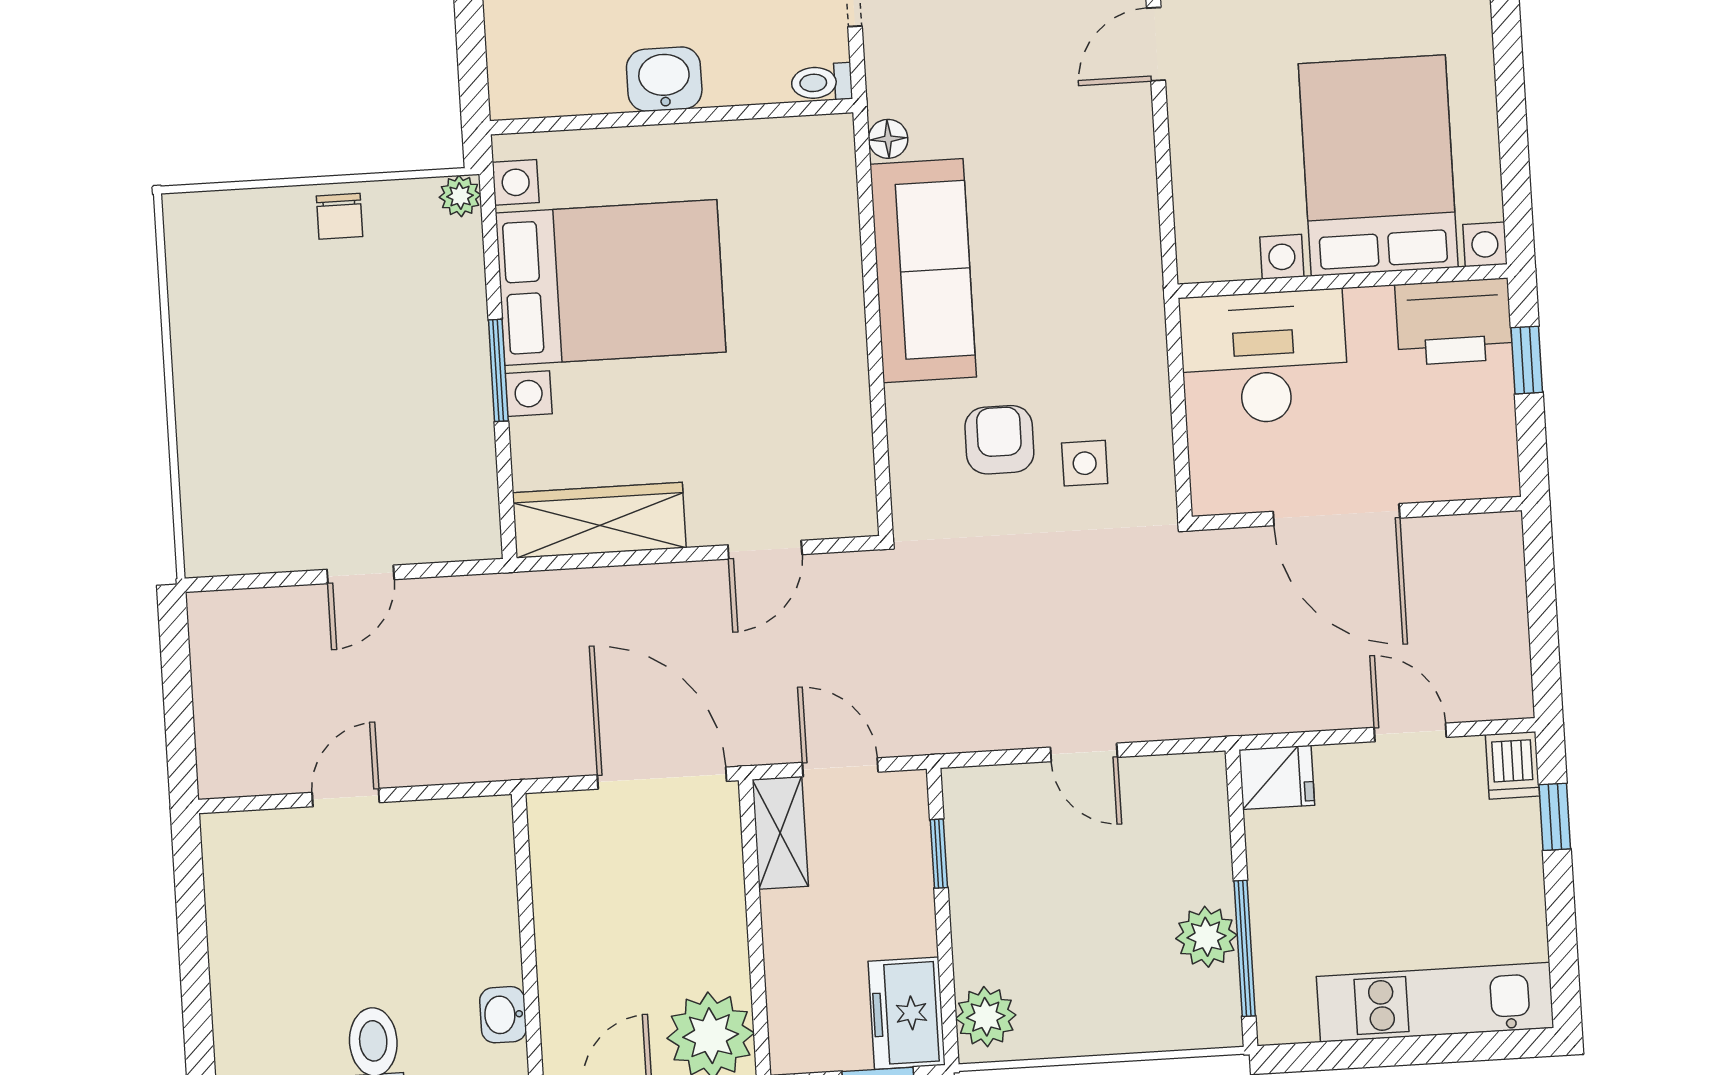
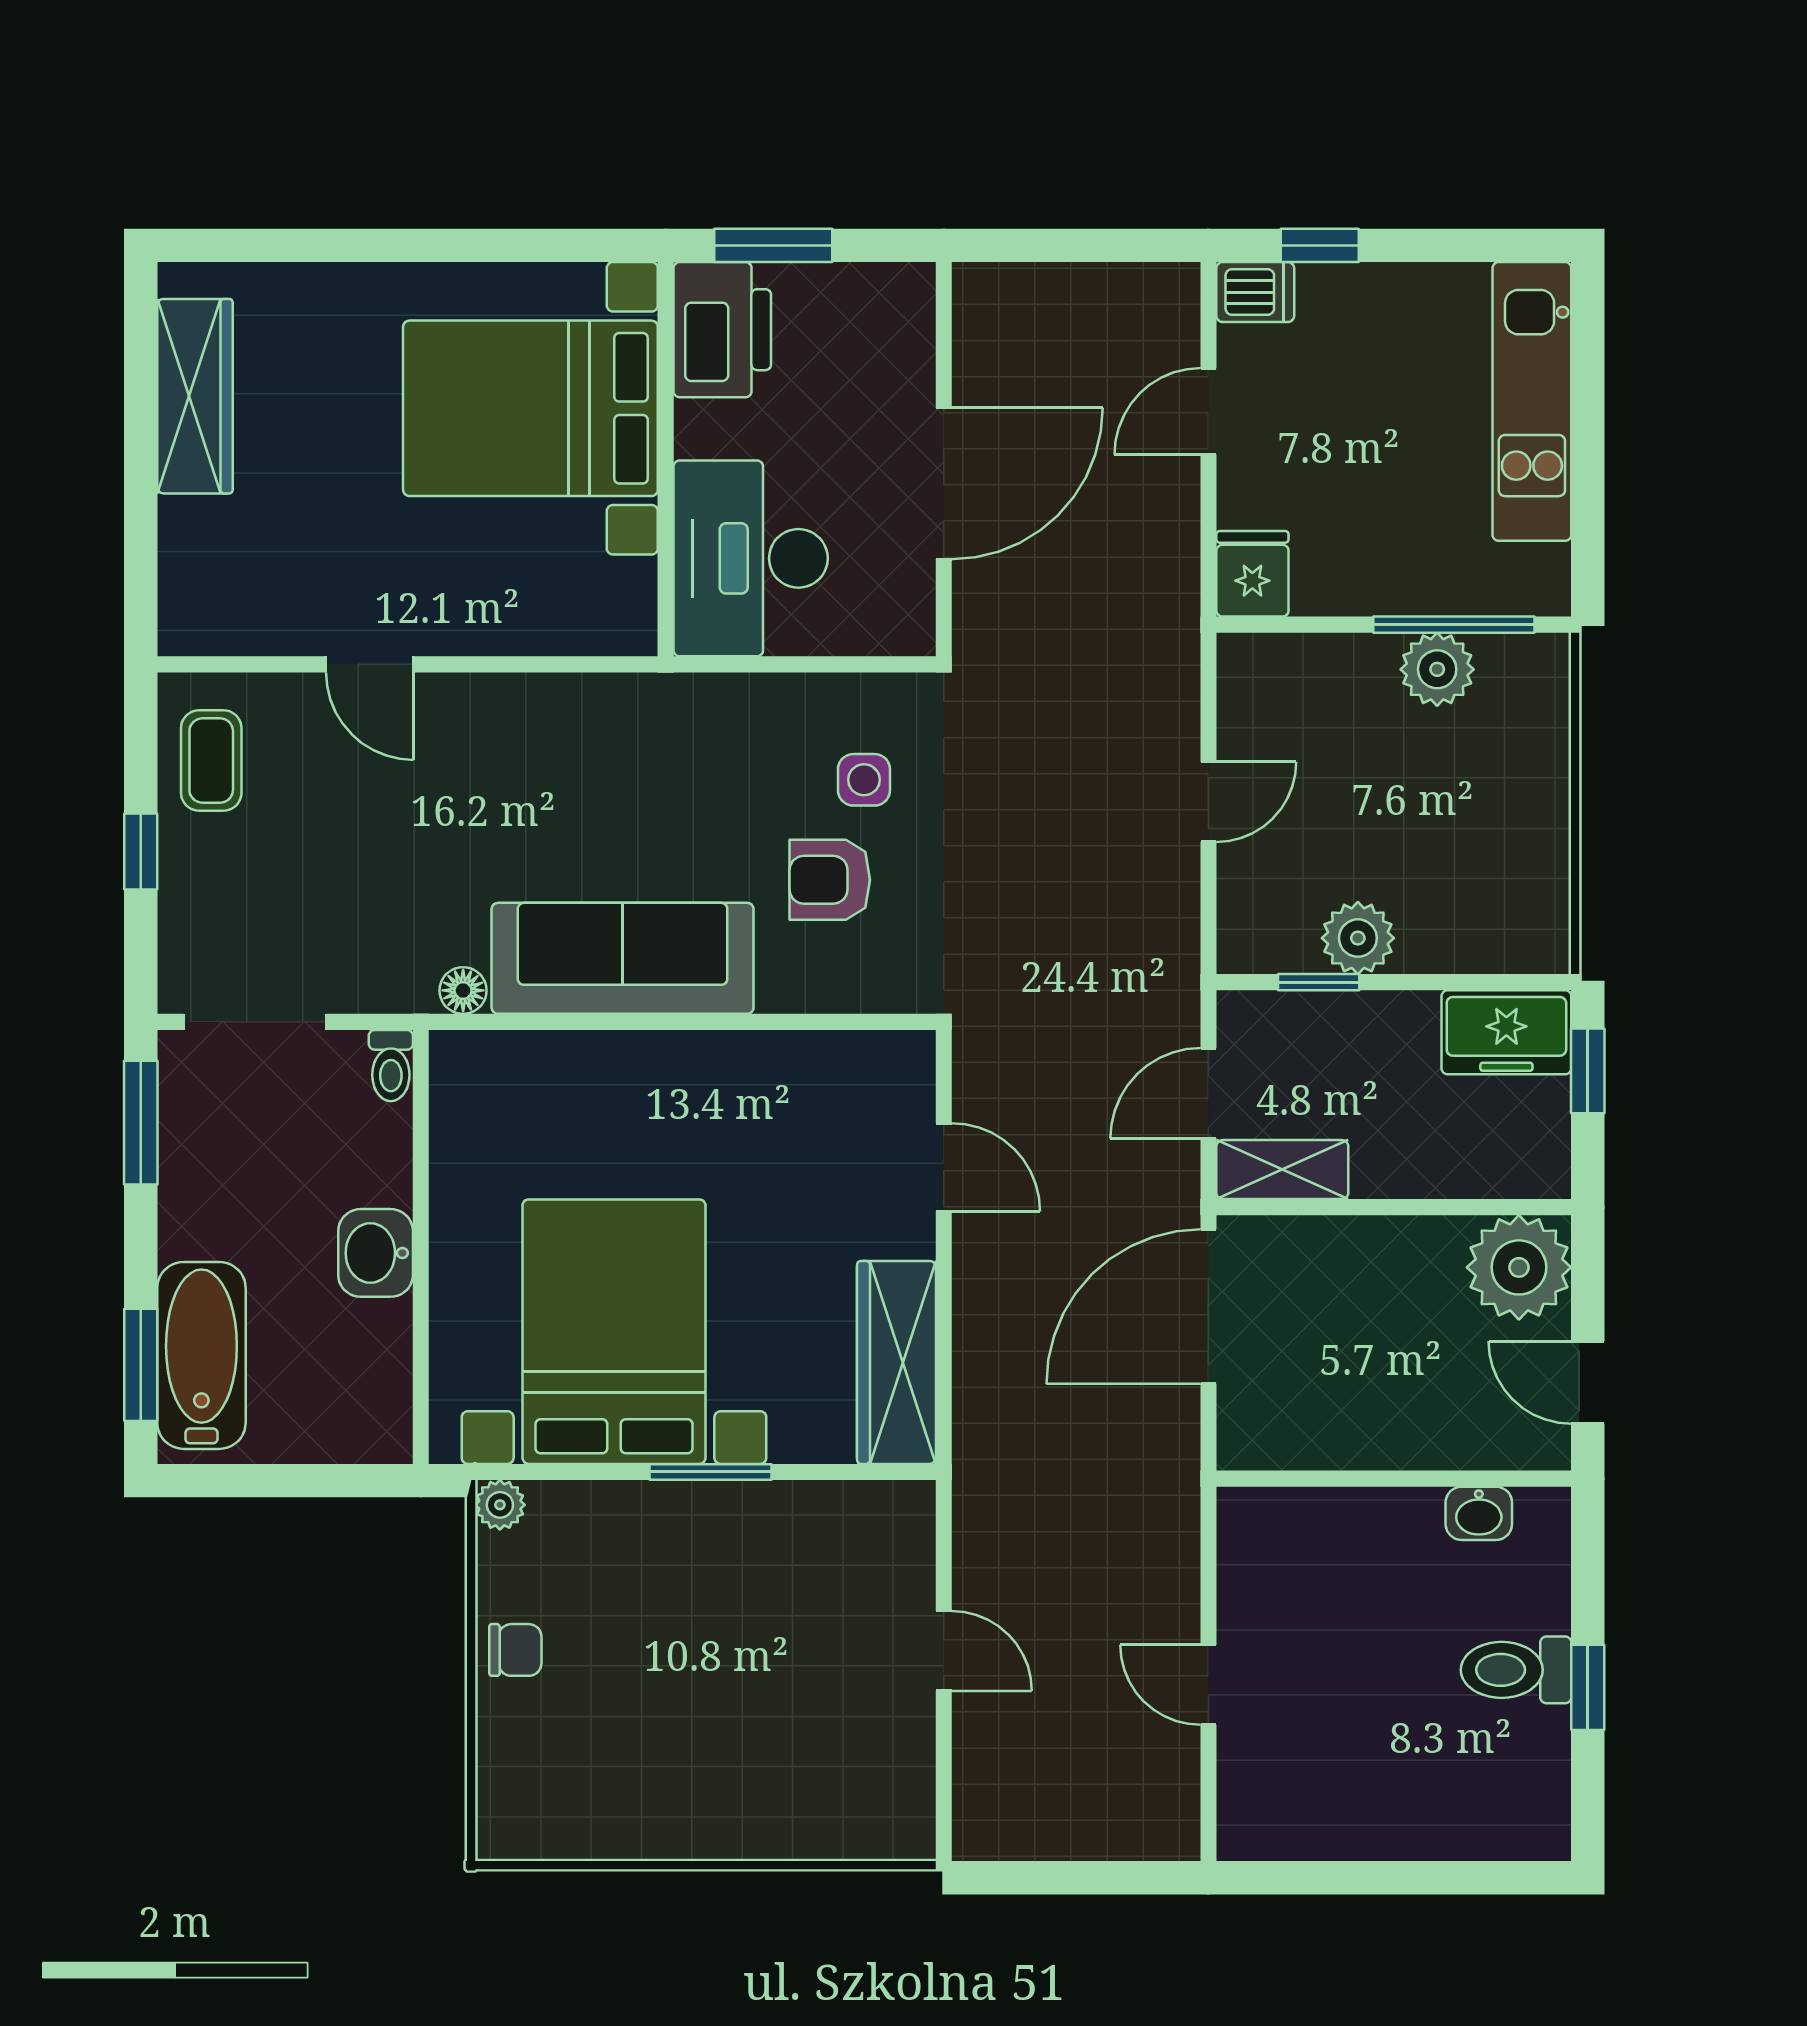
window: (1527, 360) -> (773, 245), width x1.50
plant: (986, 1017) -> (1358, 938), moved

